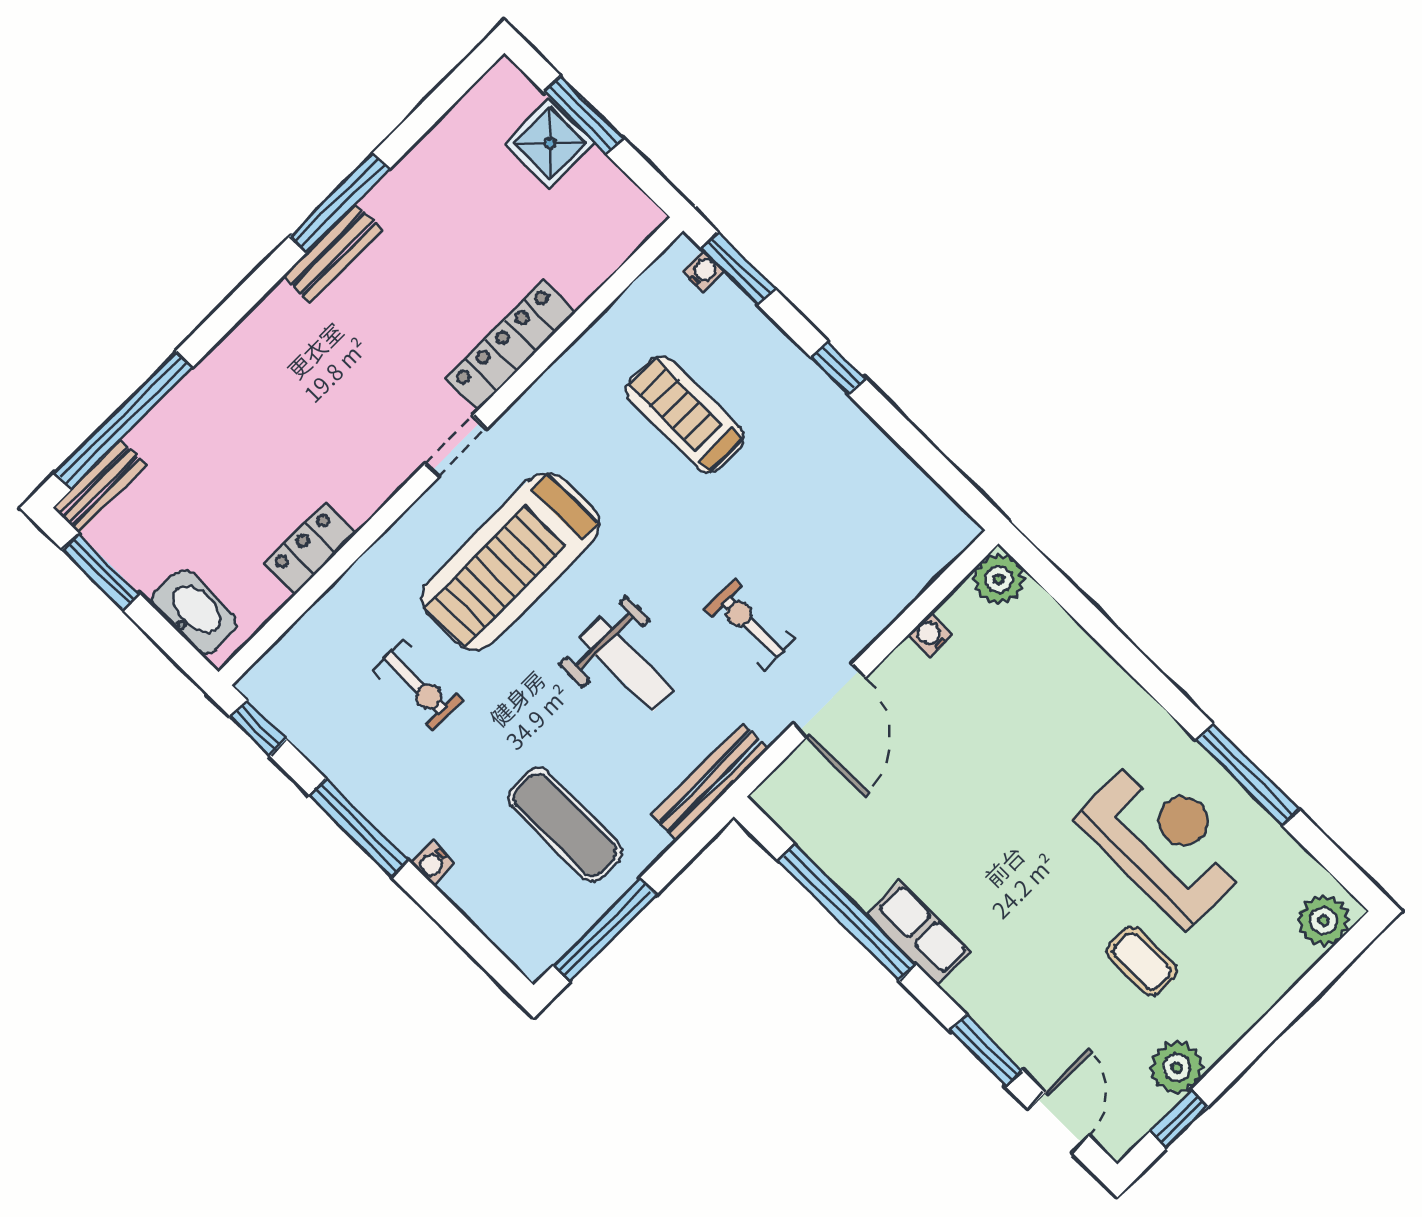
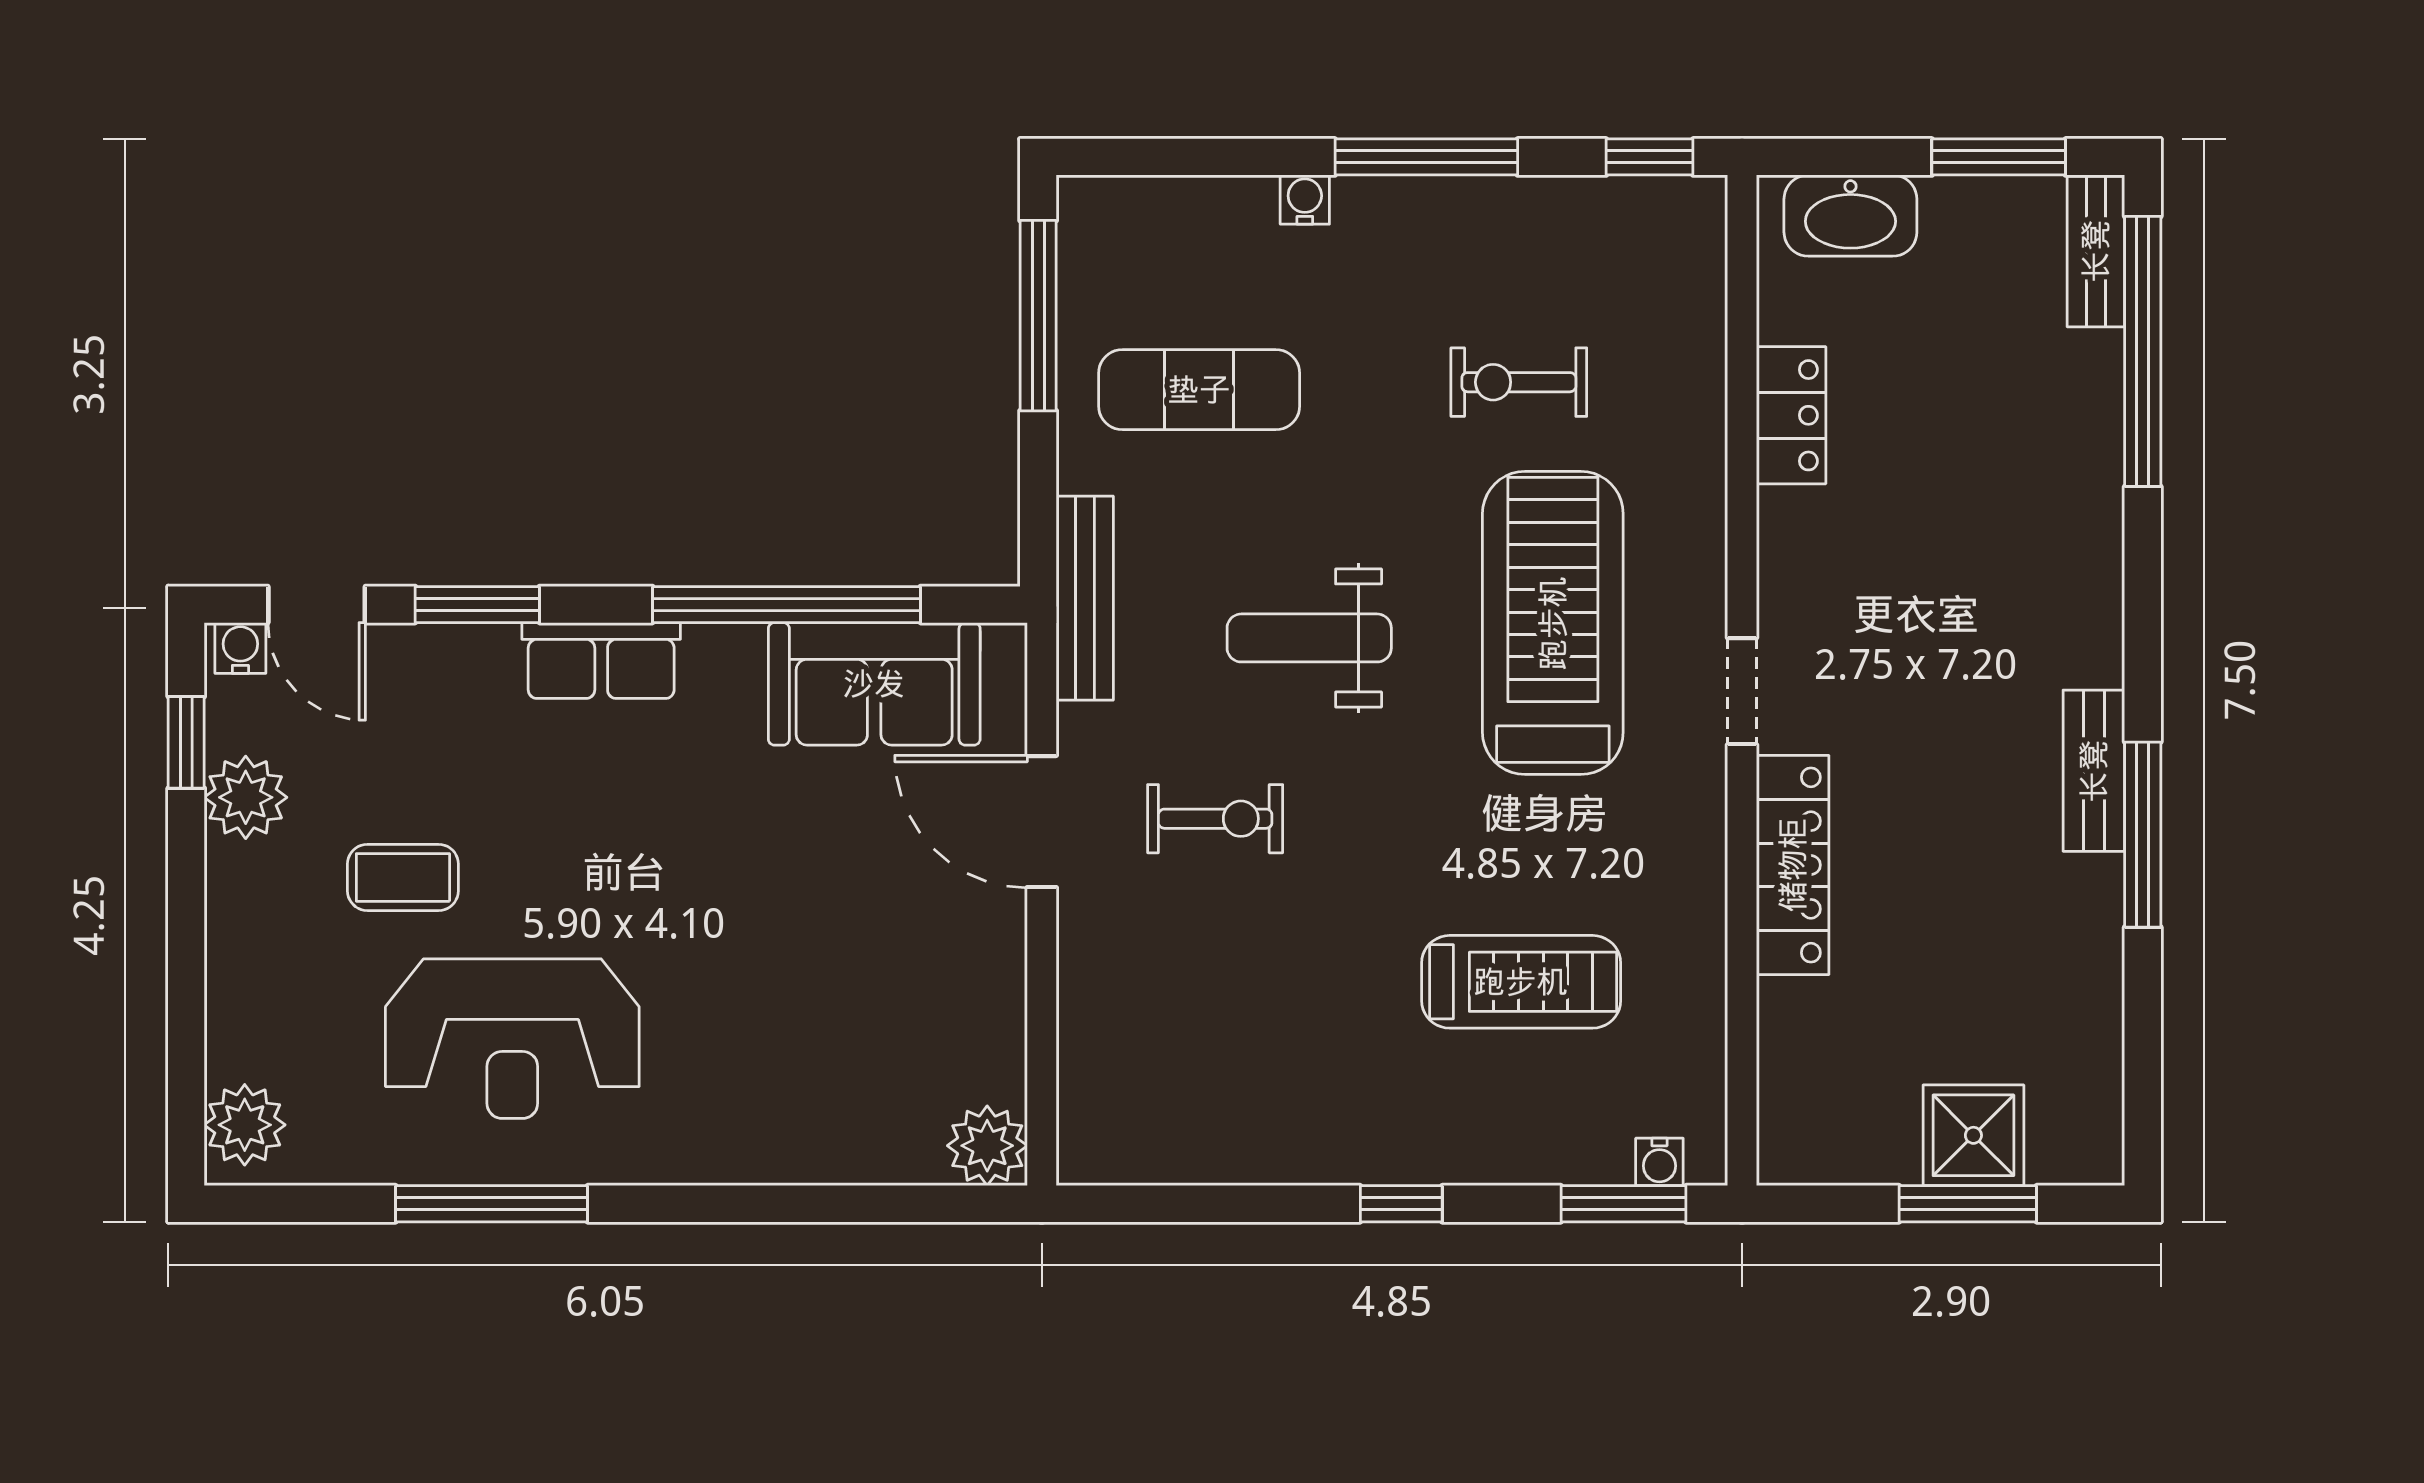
water cooler: (930, 635) -> (240, 648), moved, turned -90
sofa: (843, 838) -> (874, 684), added
row of seats: (919, 933) -> (601, 661), moved

